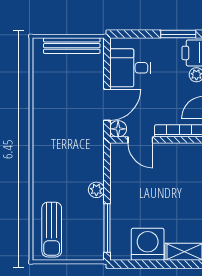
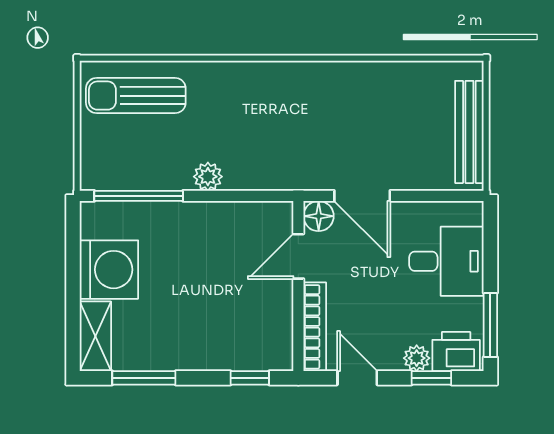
desk: (130, 68) -> (446, 261), moved, turned 90

